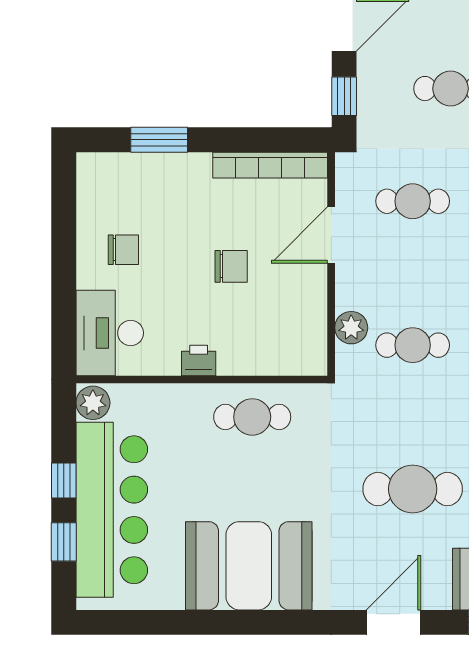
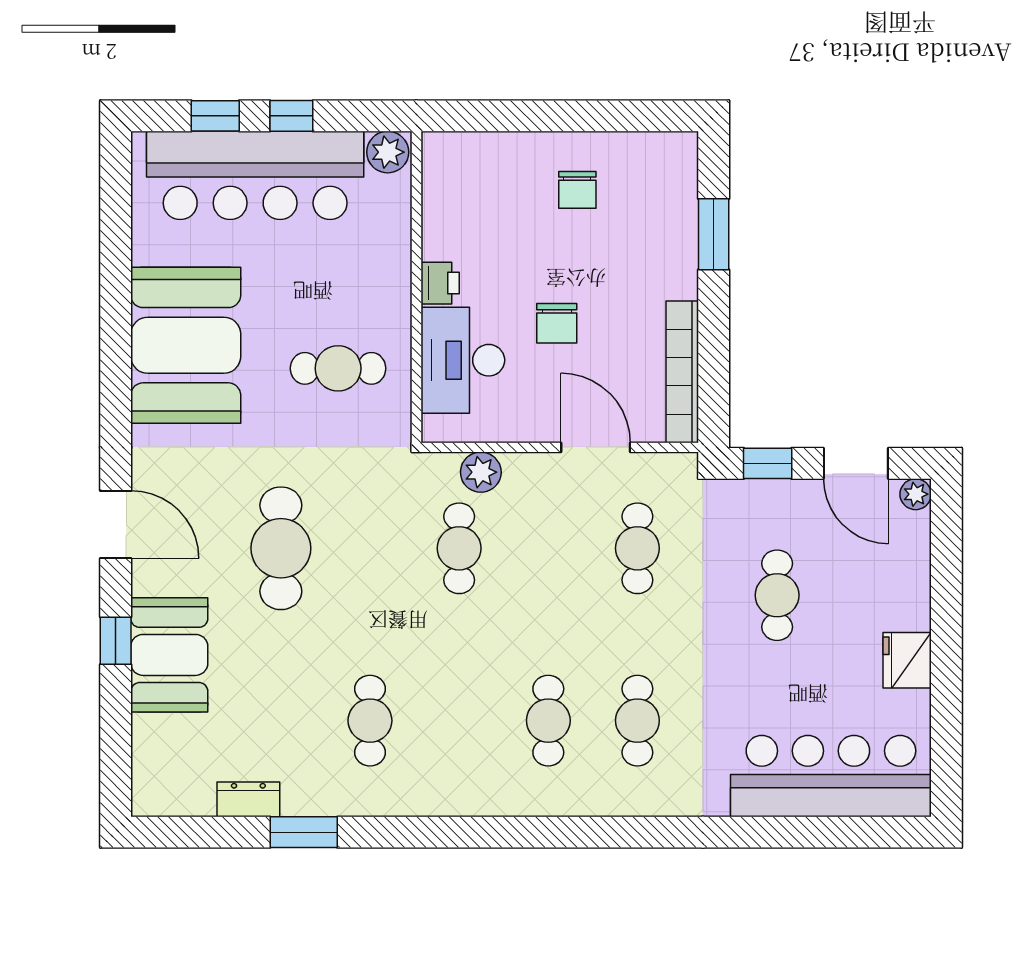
desk: (110, 333) -> (463, 360), moved, turned -90
cafe table: (252, 417) -> (338, 368), moved, turned 90

